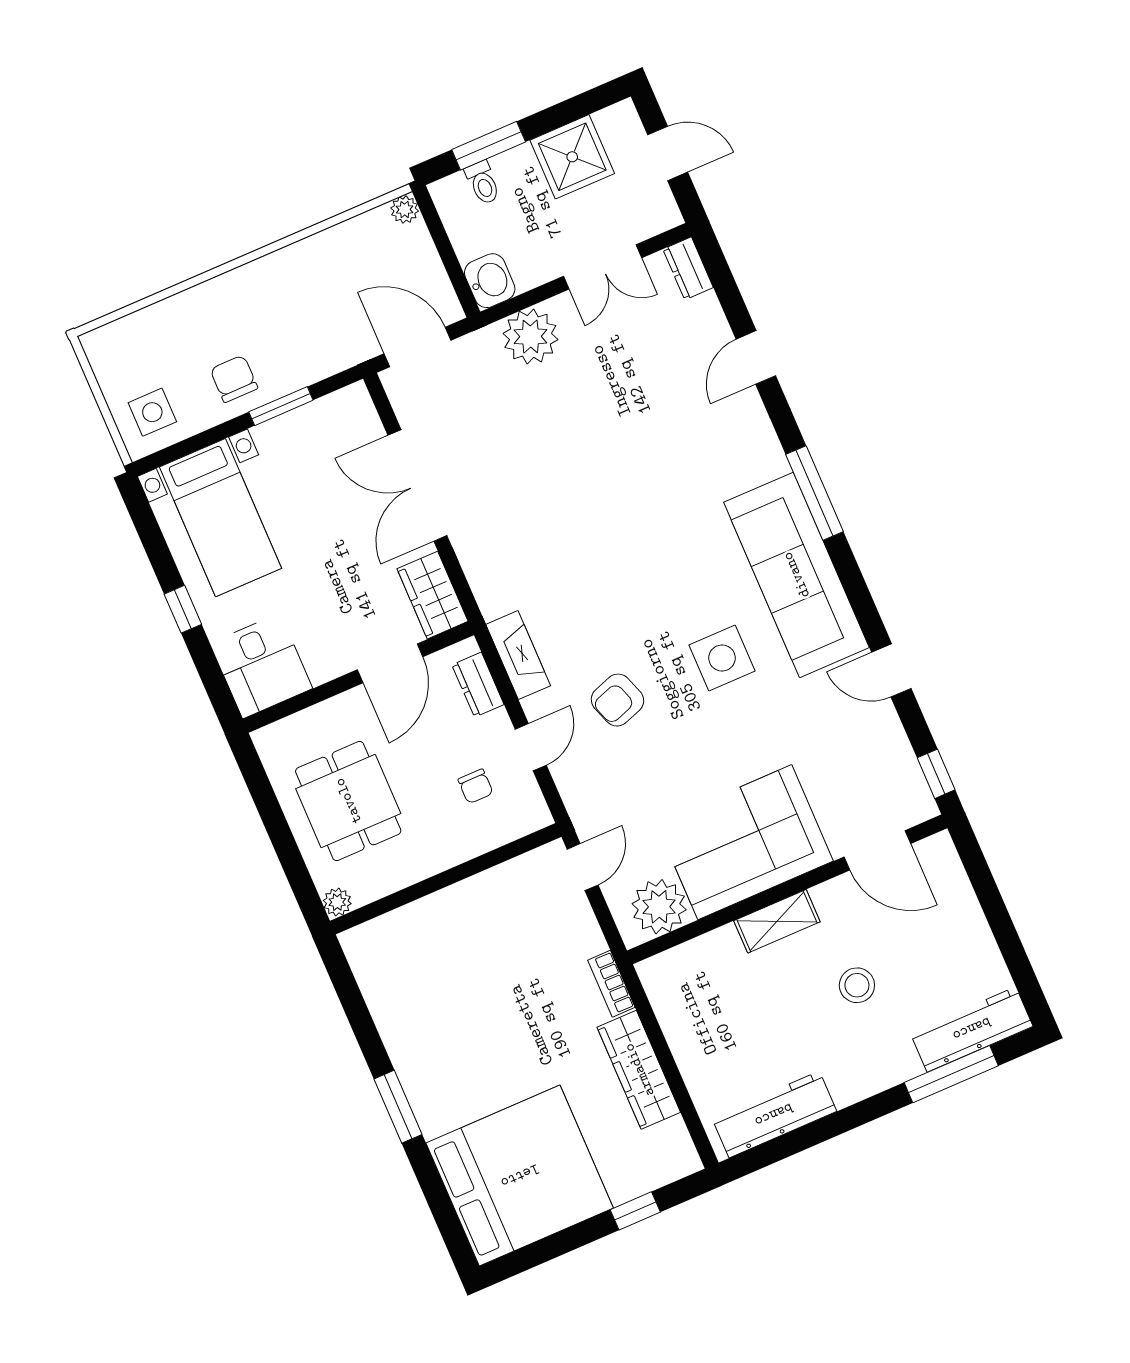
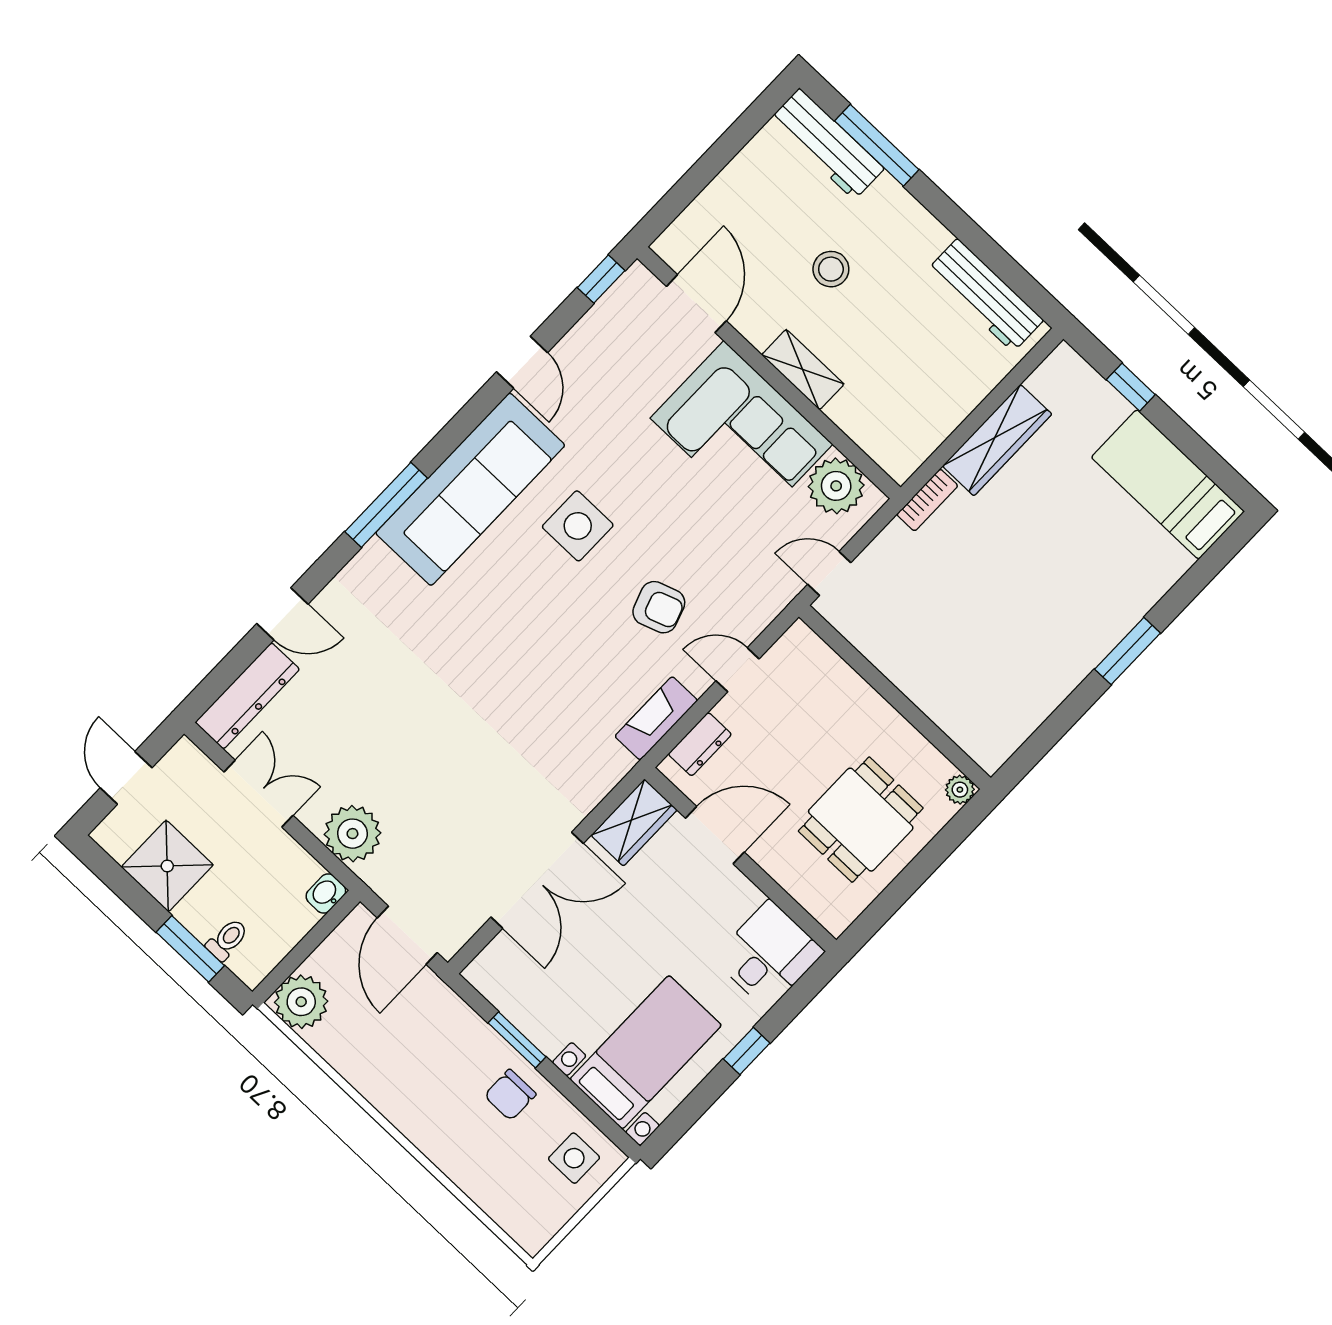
plant: (405, 210) -> (301, 1002), width x1.87, depth x1.87
dresser: (688, 268) -> (247, 696), width x1.96, depth x1.24
washbasin: (490, 281) -> (326, 894), width x0.72, depth x0.69
chair: (476, 786) -> (796, 706), removed
bed: (520, 1176) -> (1168, 484), width x0.49

